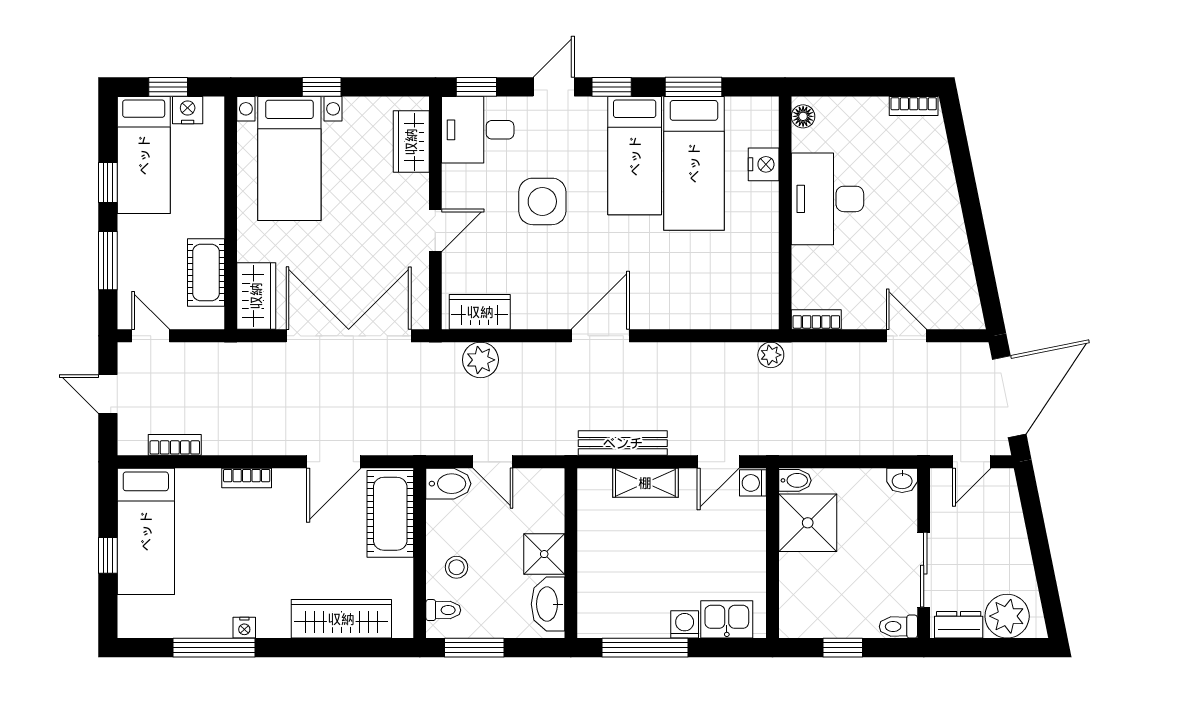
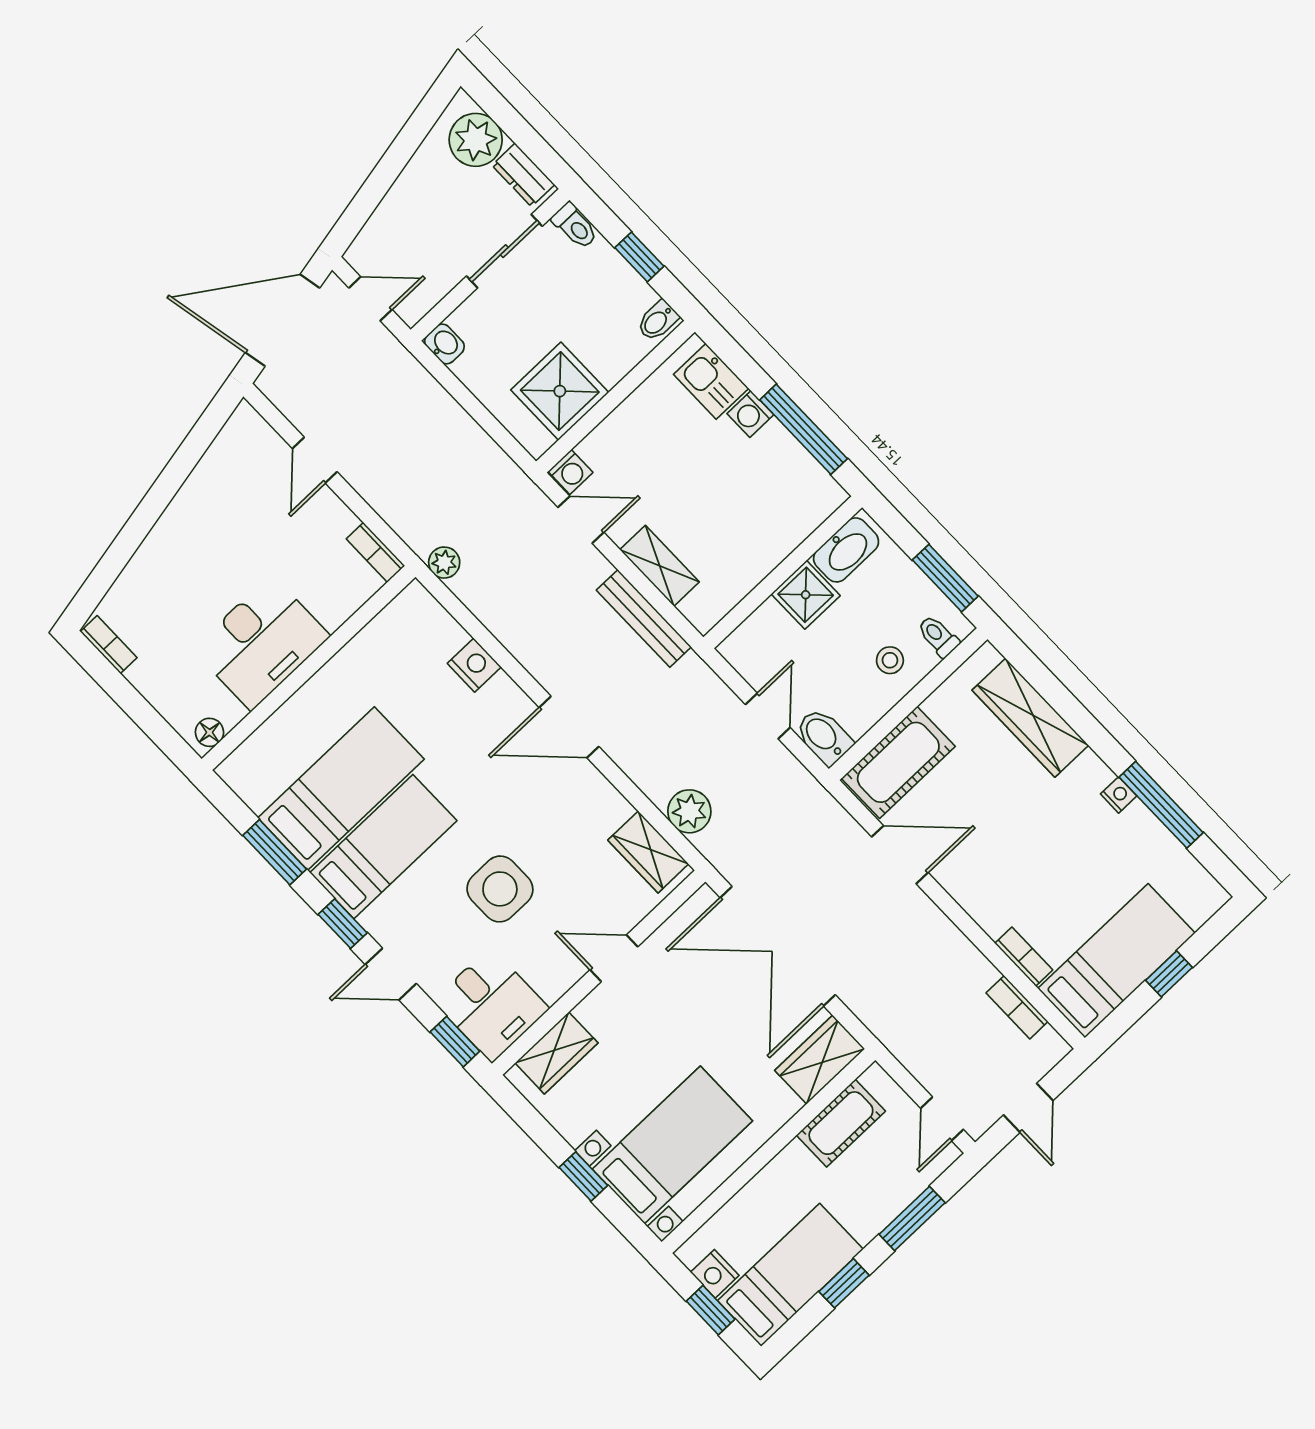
nightstand: (764, 164) -> (474, 665), moved, turned 90
bookcase: (247, 478) -> (1024, 957), moved
bidet: (795, 480) -> (658, 321), moved, turned -90

